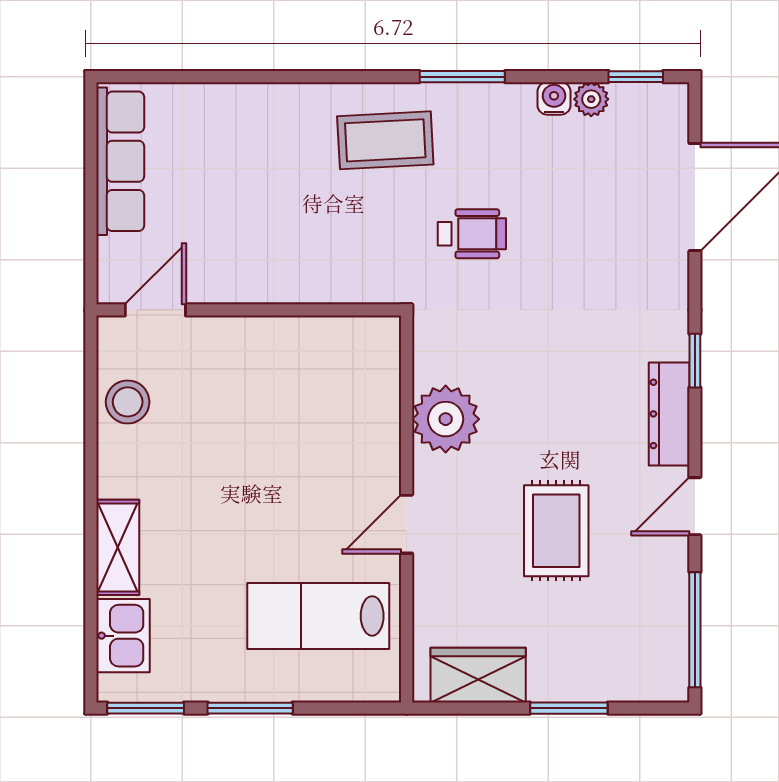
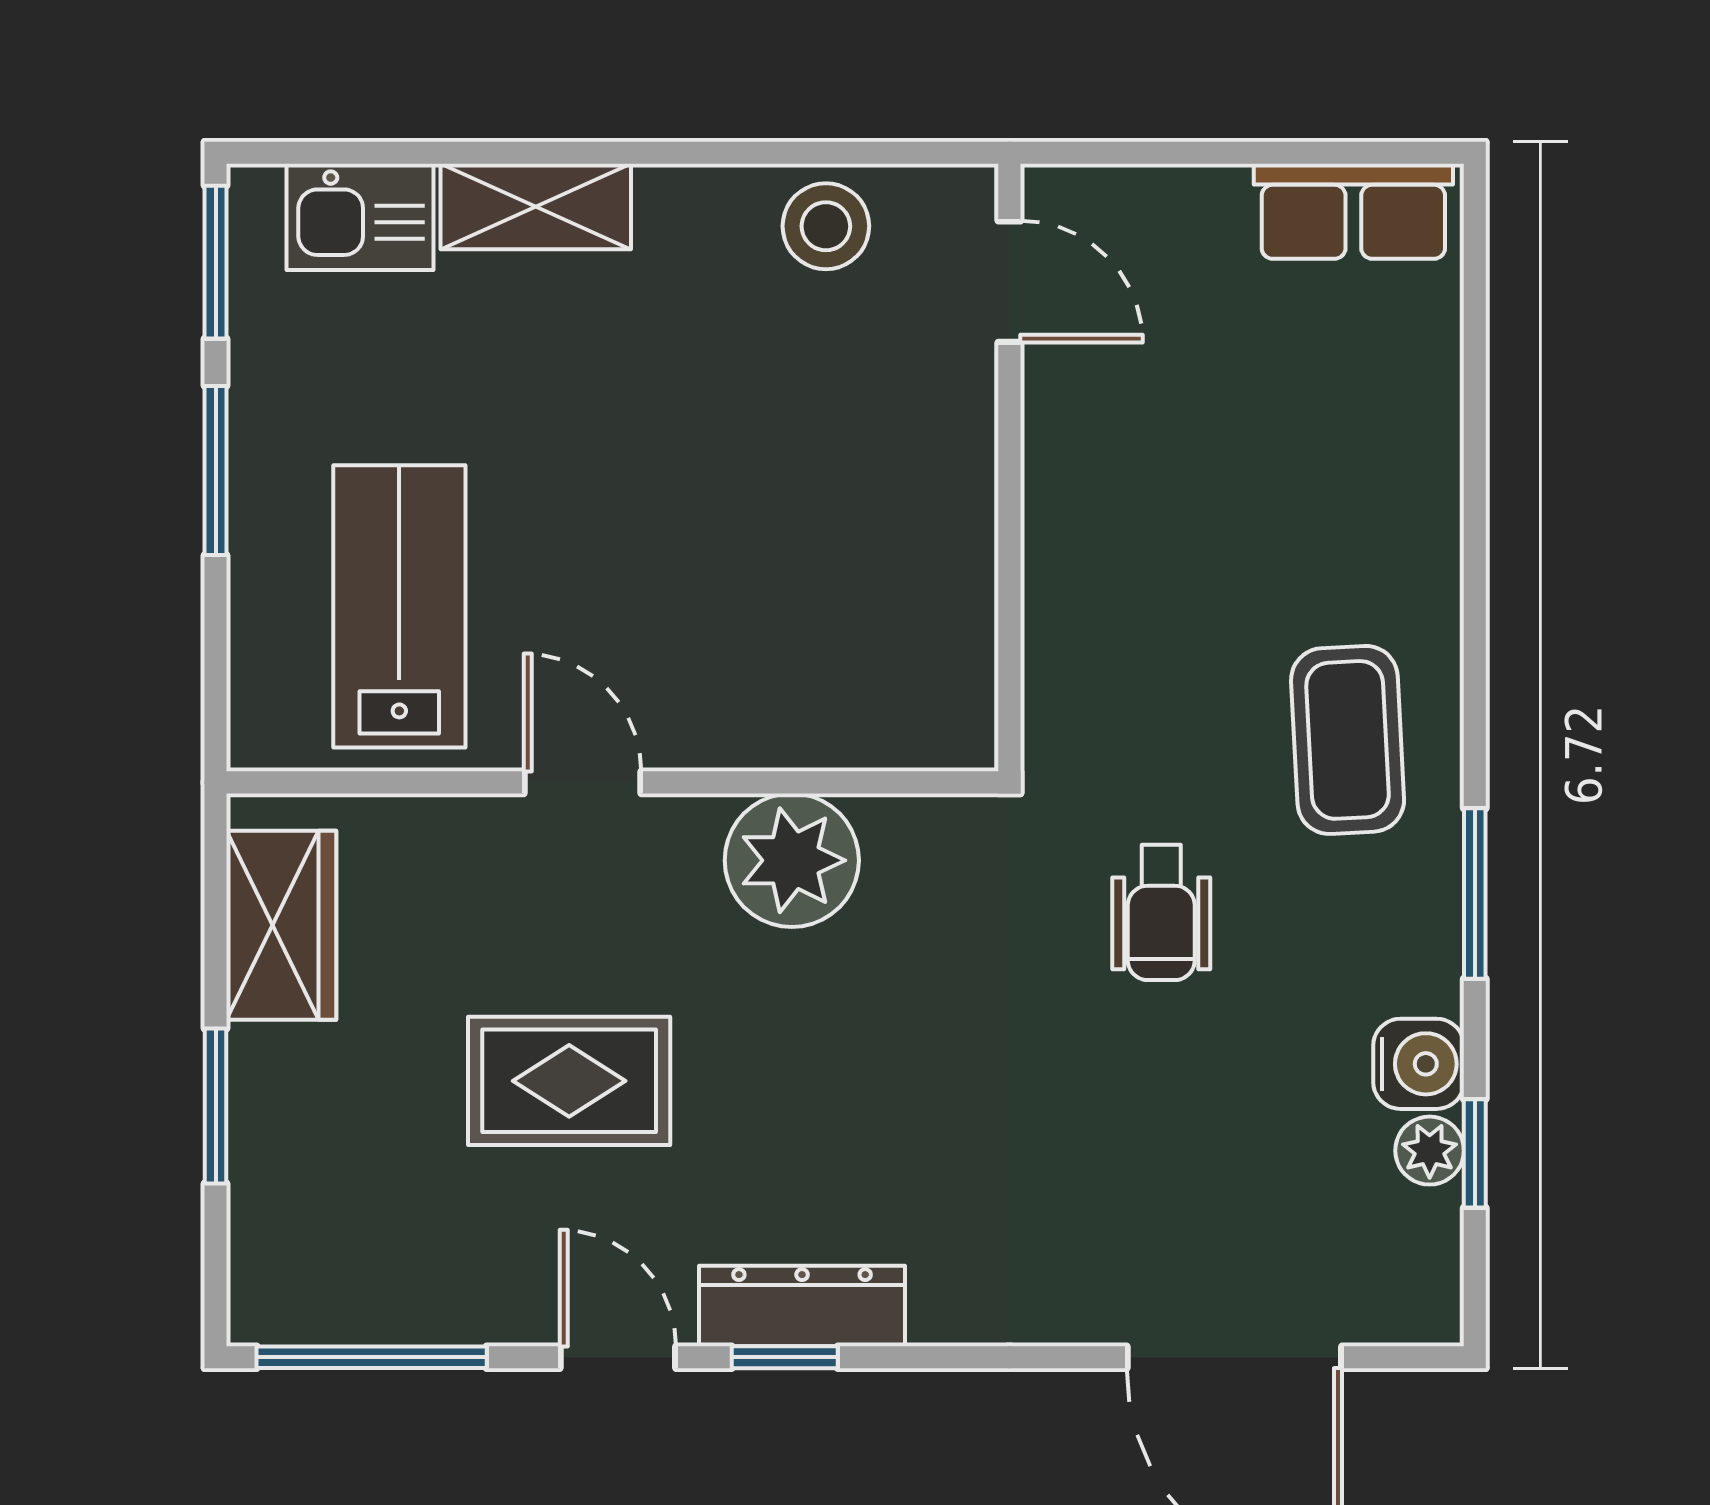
window: (636, 77) -> (1475, 1153), moved
water cooler: (554, 98) -> (1419, 1064), width x1.38, depth x1.38
row of seats: (120, 161) -> (1353, 211), width x0.68
window: (695, 361) -> (785, 1357), moved

